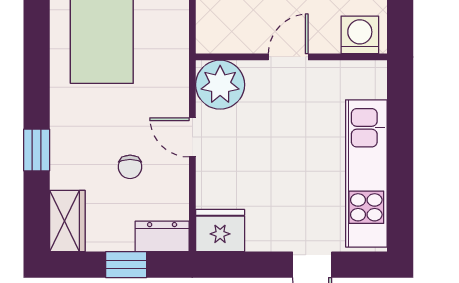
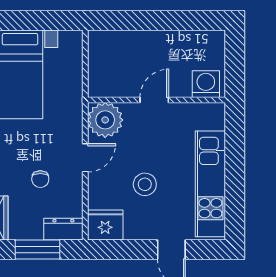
door: (192, 137) -> (85, 158), swing flipped
stool: (275, 174) -> (145, 184), added
window: (126, 265) -> (38, 249), width x1.50

